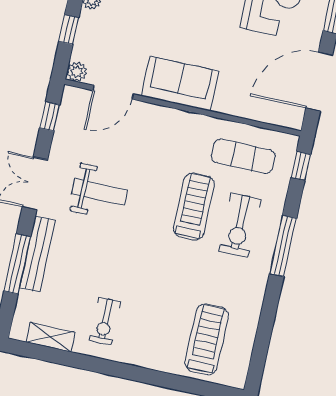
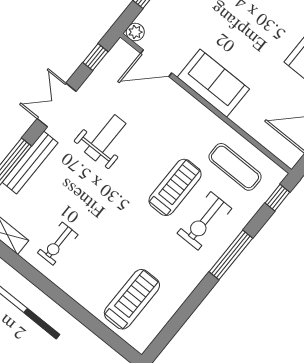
weight bench: (100, 192) -> (105, 138), turned -90

